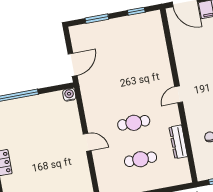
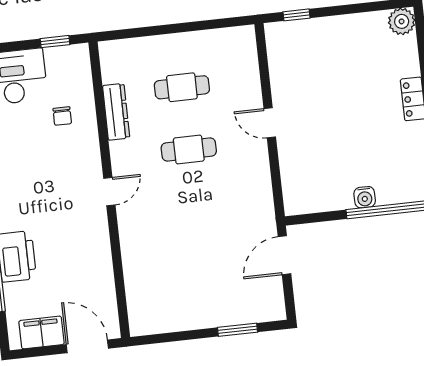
window: (136, 11) -> (170, 337), removed
water cooler: (69, 95) -> (365, 197), moved

